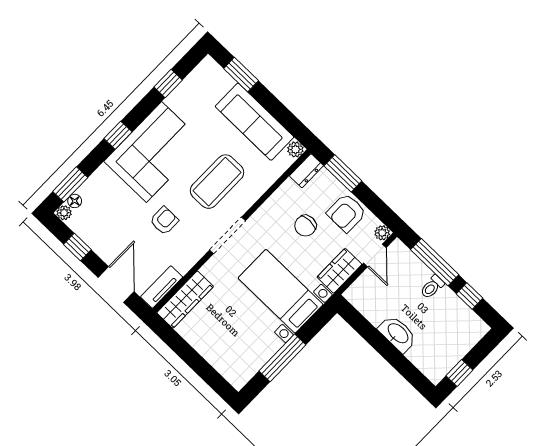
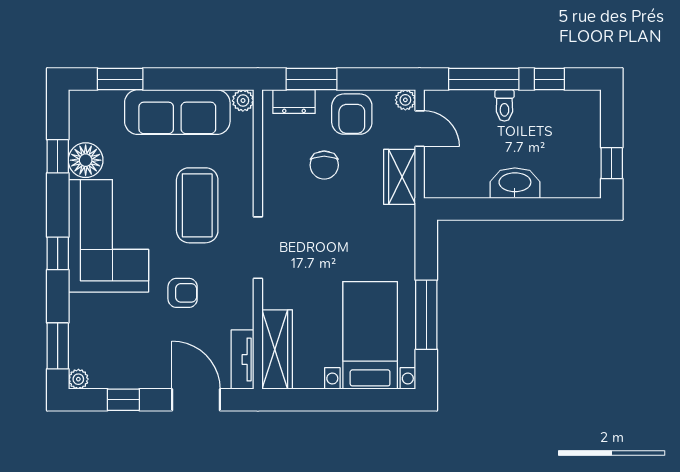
dresser: (306, 171) -> (294, 102), moved, turned 90
floor lamp: (75, 201) -> (86, 160), moved, width x1.89, depth x1.89
armchair: (164, 221) -> (183, 293), turned 90
bed with nightstands: (281, 291) -> (370, 335), moved, turned 90

